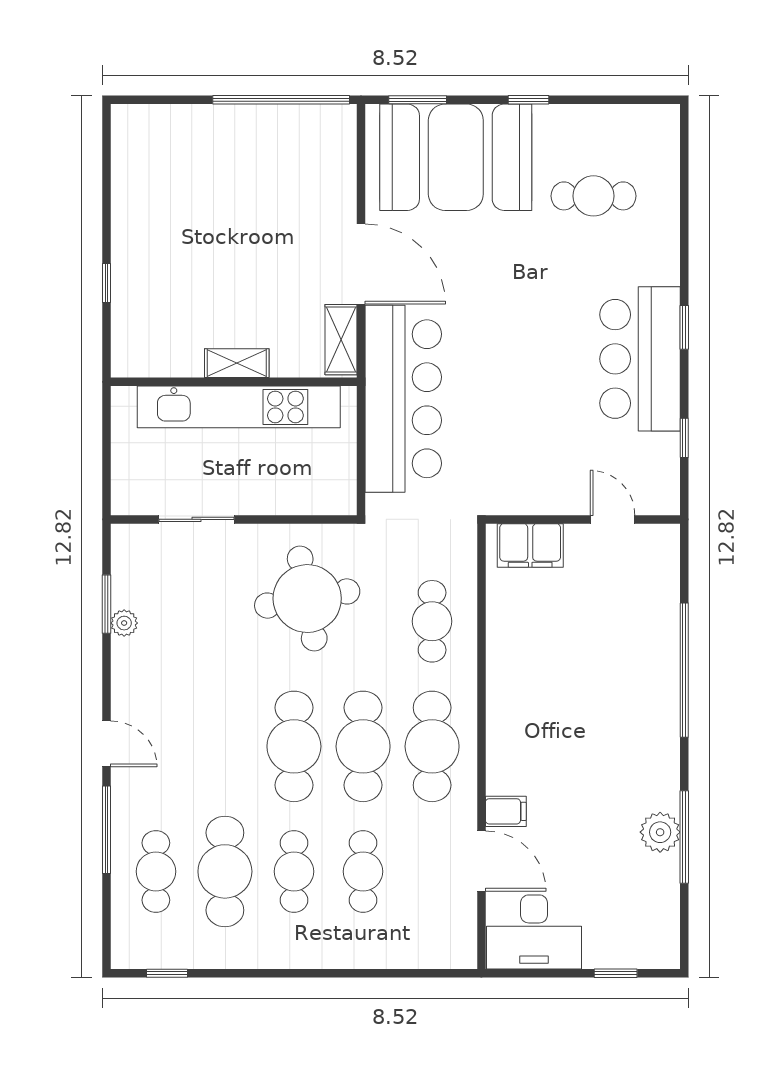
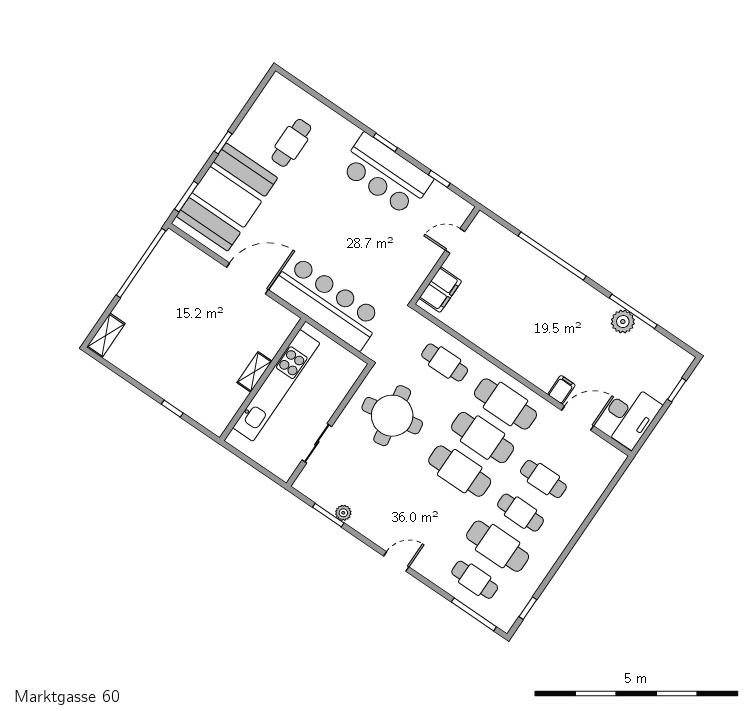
shelving: (341, 340) -> (106, 335), moved, turned 90
window: (107, 830) -> (474, 614), moved

